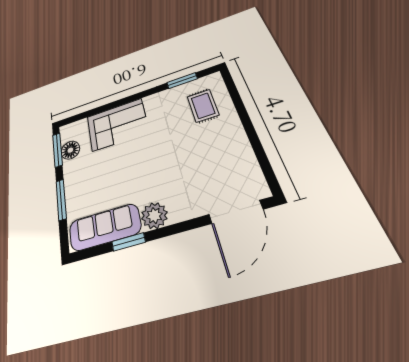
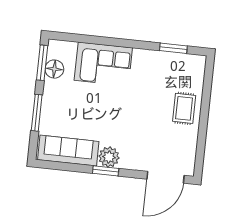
rug: (203, 106) -> (184, 108), moved
window: (129, 242) -> (106, 171), moved

